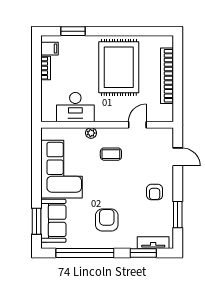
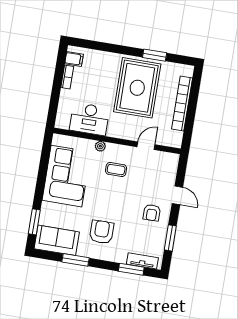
window: (73, 31) -> (155, 55), moved
door: (178, 157) -> (177, 195), moved
sofa: (53, 221) -> (57, 240), moved, turned -90
window: (85, 253) -> (75, 260), width x0.47

